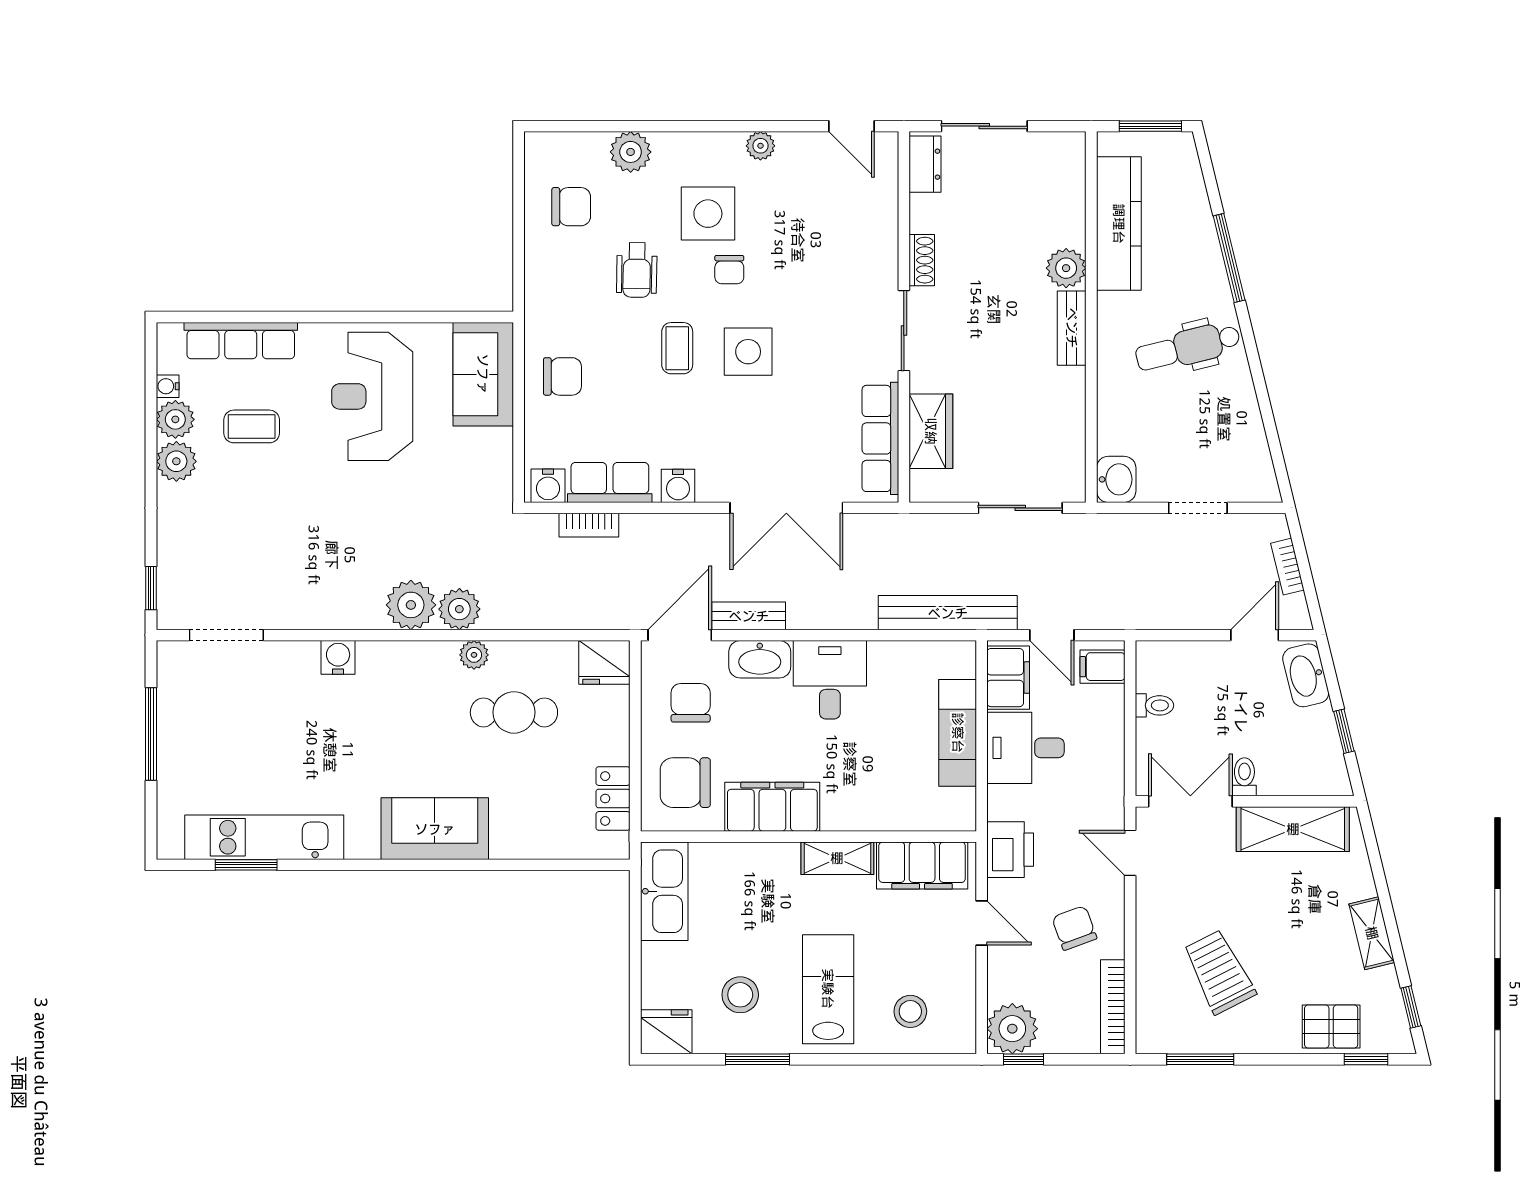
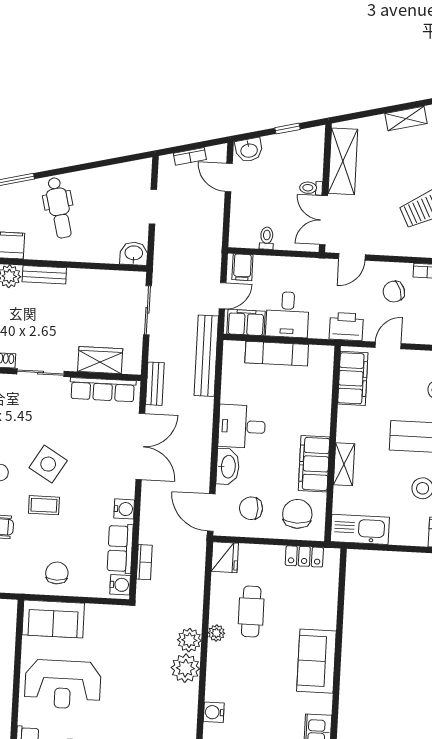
side table: (748, 352) -> (48, 464), turned 31
bench: (749, 616) -> (155, 384), moved
washbasin: (1306, 675) -> (249, 150), width x0.72
chair: (685, 783) -> (297, 514), turned 180
shelving: (837, 858) -> (344, 464), moved

